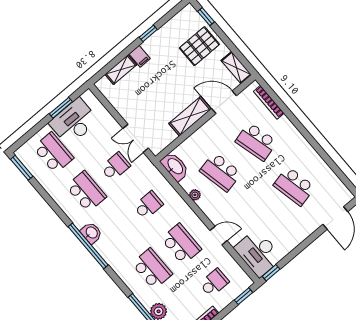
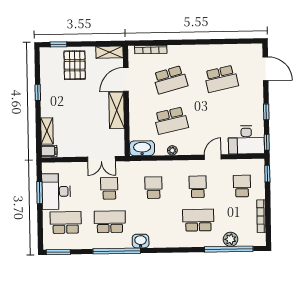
filing cabinet: (140, 56) -> (49, 151), moved
school desk: (181, 244) -> (198, 187), width x0.54
window: (88, 246) -> (117, 251), moved
window: (298, 250) -> (266, 112), added

